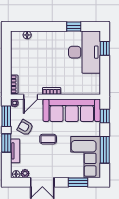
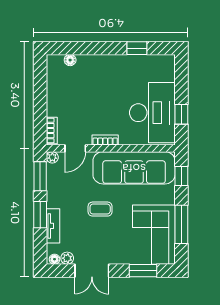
window: (105, 48) -> (181, 114), moved
desk: (85, 52) -> (152, 113), moved
armchair: (25, 127) -> (67, 192), removed

